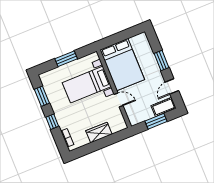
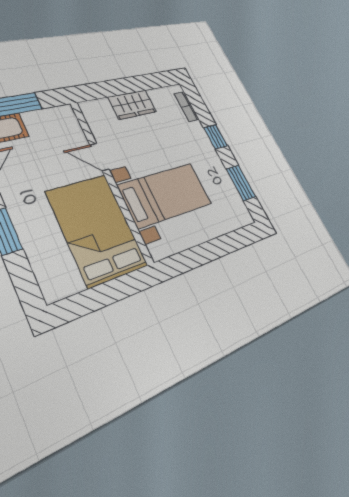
window: (66, 59) -> (212, 250), removed

